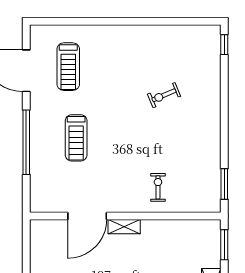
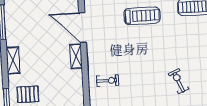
treadmill: (76, 138) -> (142, 16), turned 180

